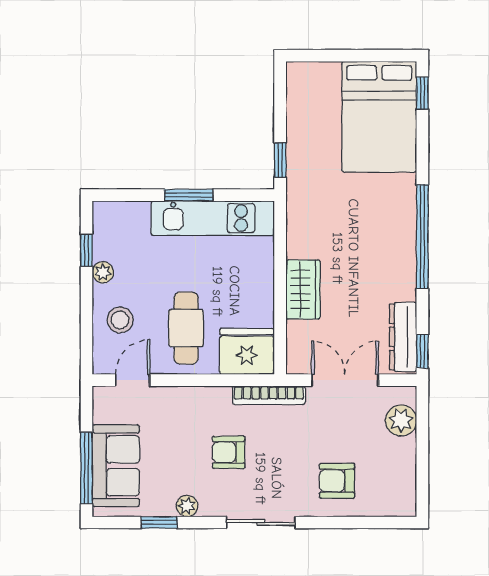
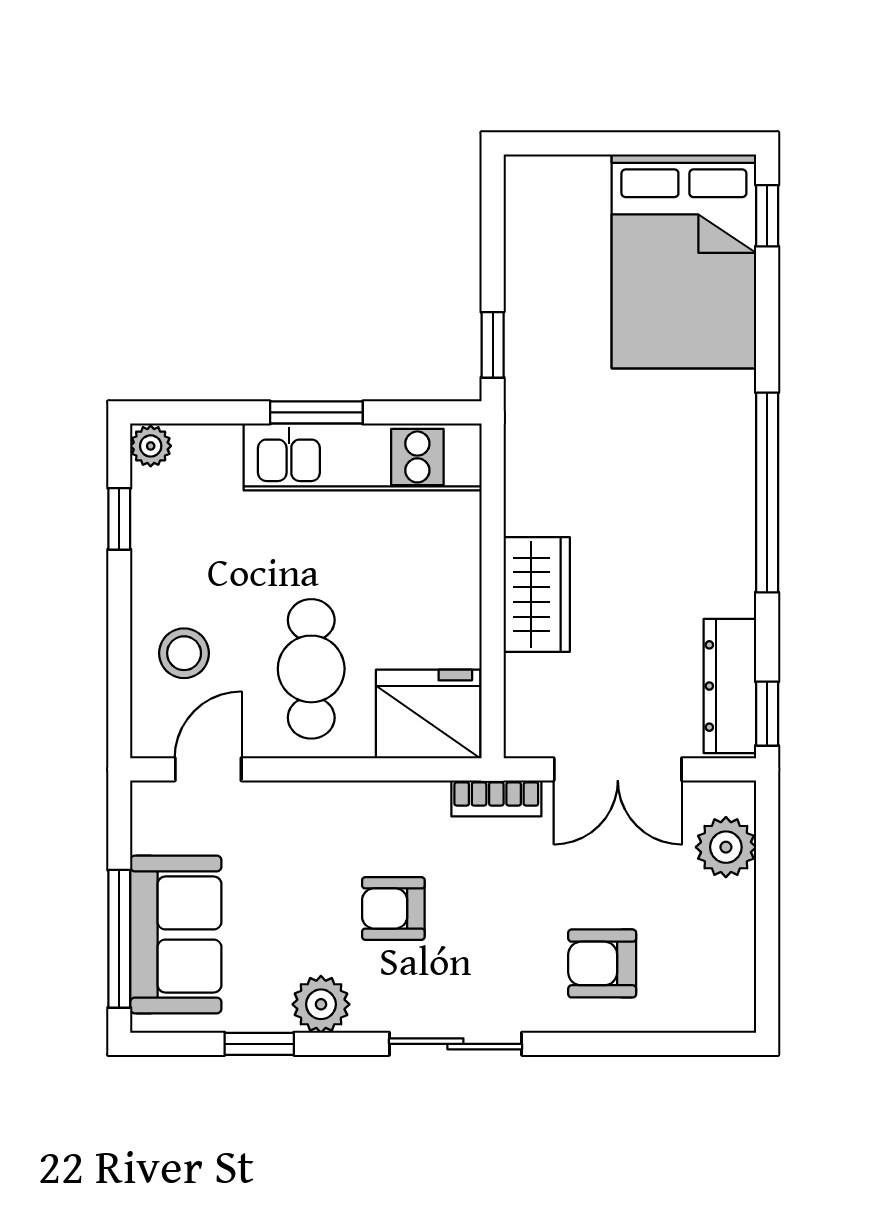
plant: (103, 272) -> (151, 446), moved
double door: (345, 380) -> (618, 769), swing flipped
bookcase: (269, 395) -> (496, 798), width x0.64
plant: (187, 506) -> (321, 1004), width x1.38, depth x1.38

